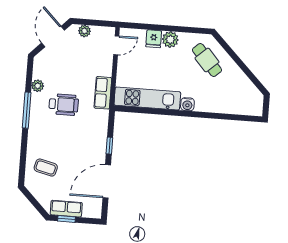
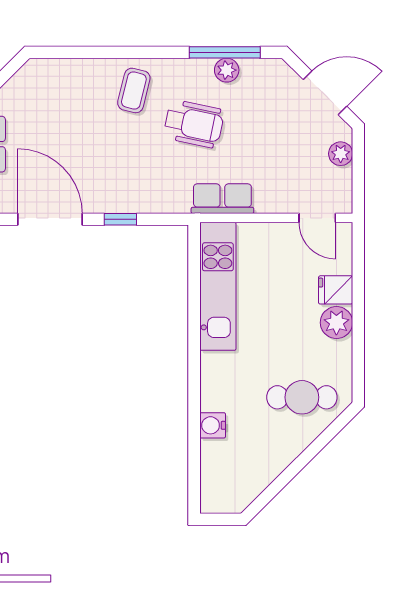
cafe table: (207, 60) -> (302, 397), turned 42
water cooler: (187, 104) -> (213, 425), moved
wheelchair: (64, 105) -> (194, 124), turned -78
window: (27, 110) -> (225, 52), moved
coffee table: (46, 168) -> (134, 90), moved

